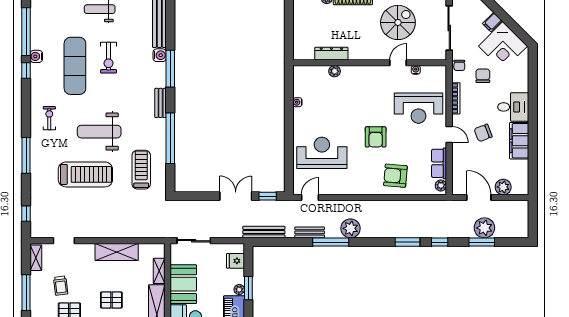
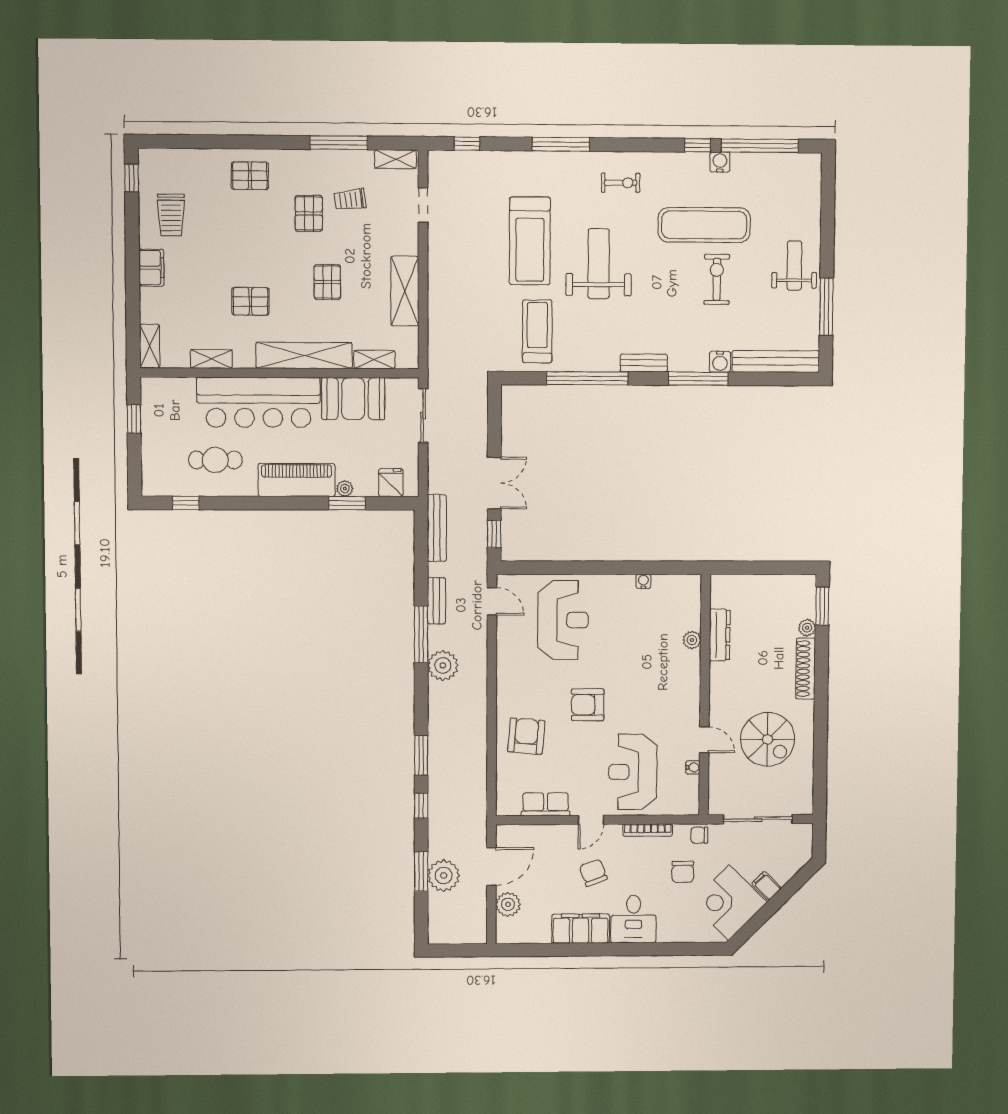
exercise bike: (109, 58) -> (717, 279), turned 90
chair: (483, 76) -> (683, 872), turned 90
treadmill: (141, 170) -> (537, 331), turned -90
plant: (441, 185) -> (511, 807), removed

